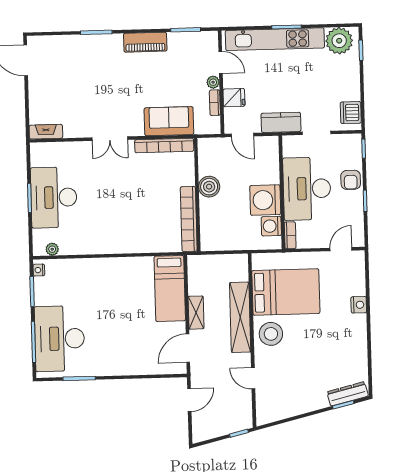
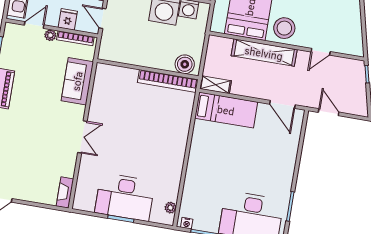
bookcase: (215, 103) -> (75, 38), width x1.56
door: (242, 135) -> (102, 18), swing flipped
bookcase: (164, 146) -> (98, 90), removed
boiler: (209, 187) -> (185, 64), moved
shelving: (196, 313) -> (216, 85), moved

